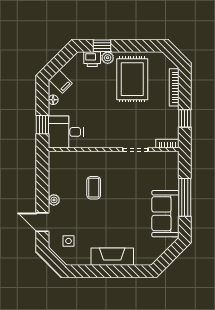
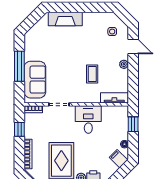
desk: (66, 132) -> (88, 119), moved, turned -90
tv unit: (66, 158) -> (114, 98), added
sofa: (165, 214) -> (35, 80), moved
fireplace: (112, 257) -> (65, 19), moved

